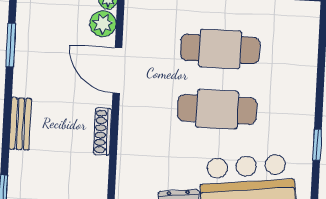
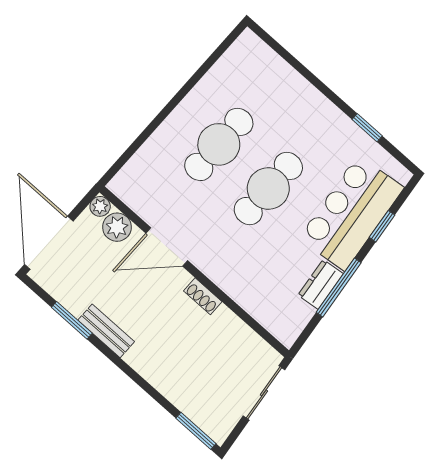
bench: (20, 124) -> (106, 331), moved
shoe rack: (103, 132) -> (203, 296), width x0.70

